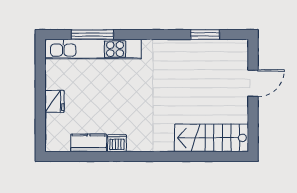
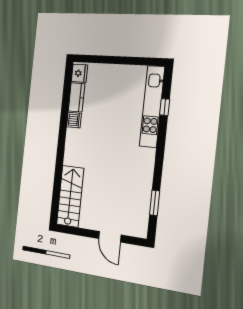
window: (92, 34) -> (165, 107), width x0.46
fridge: (54, 101) -> (79, 73), moved, turned -90

